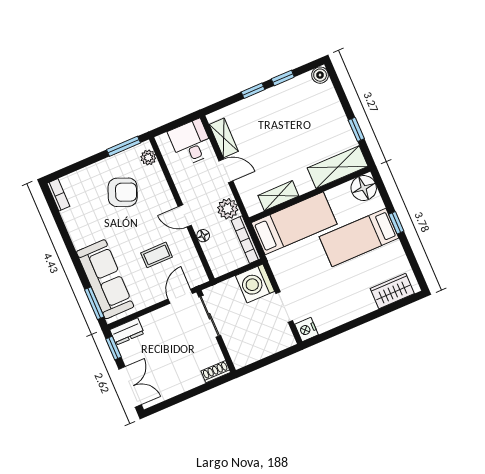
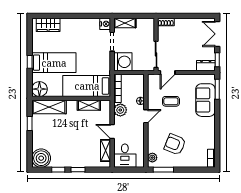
boiler: (320, 75) -> (41, 158), width x1.86, depth x1.86
door: (185, 216) -> (146, 116), hinge flipped
sofa: (105, 279) -> (205, 100), width x0.73
shelving: (277, 344) -> (125, 23), added

